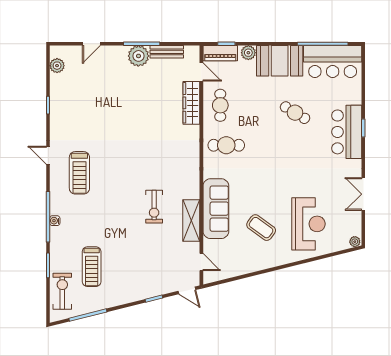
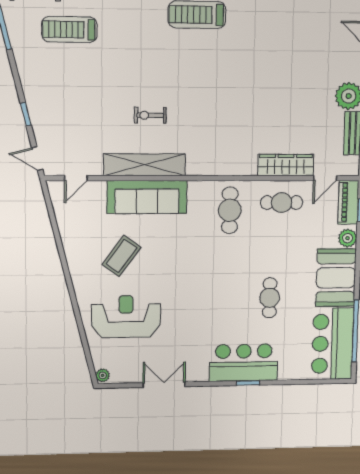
cafe table: (295, 113) -> (270, 298), turned -31
exercise bike: (154, 207) -> (150, 115), width x0.73, depth x0.72
shelving: (191, 220) -> (145, 165), width x1.47
reception desk: (308, 224) -> (126, 317), turned 180
door: (187, 290) -> (37, 159), hinge flipped

